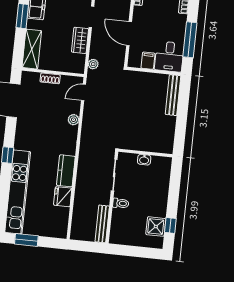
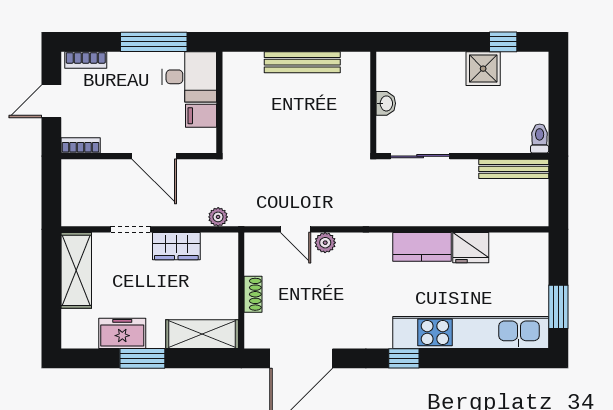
door: (129, 34) -> (154, 156), hinge flipped
door: (84, 92) -> (296, 229), moved
bench: (173, 95) -> (302, 62), moved
toilet: (121, 203) -> (540, 138), moved
shower: (156, 227) -> (483, 69), moved

